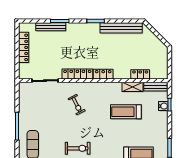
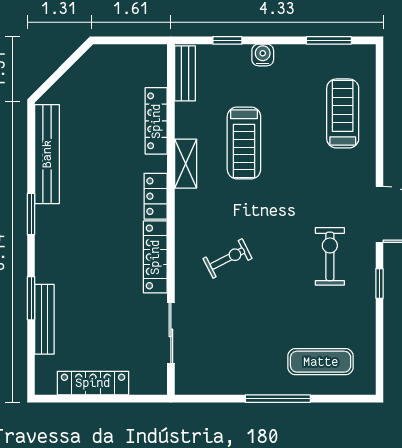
locker: (140, 74) -> (156, 121), width x1.53
shelving: (133, 87) -> (186, 164), moved
water cooler: (163, 106) -> (263, 55), moved

